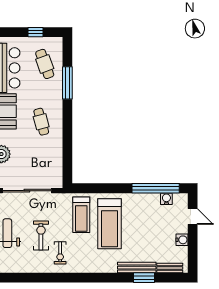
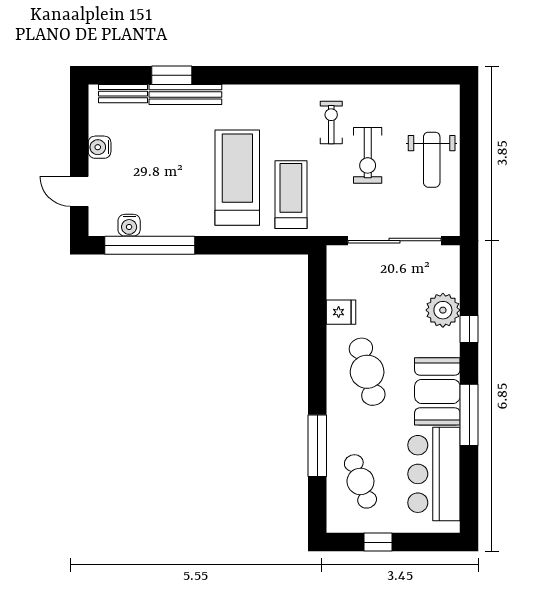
cafe table: (41, 122) -> (367, 372), width x1.37, depth x1.35
fridge: (55, 153) -> (341, 312), added

